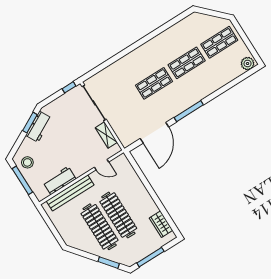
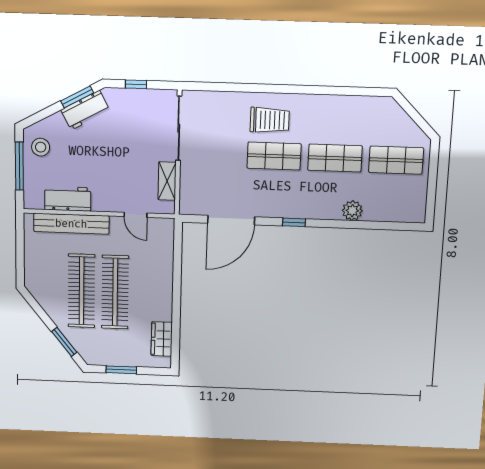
plant: (248, 64) -> (352, 211), moved
trolley: (139, 66) -> (270, 120), added
window: (69, 87) -> (136, 84), moved
window: (189, 111) -> (294, 222), width x0.46
window: (150, 257) -> (121, 370), width x0.69

